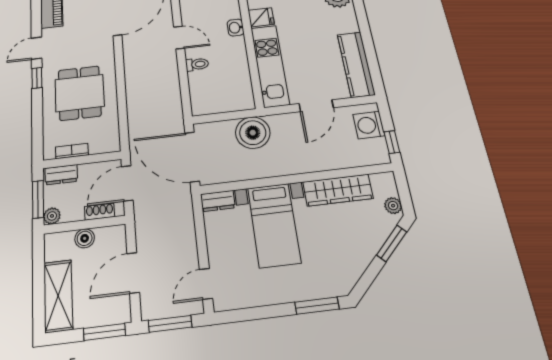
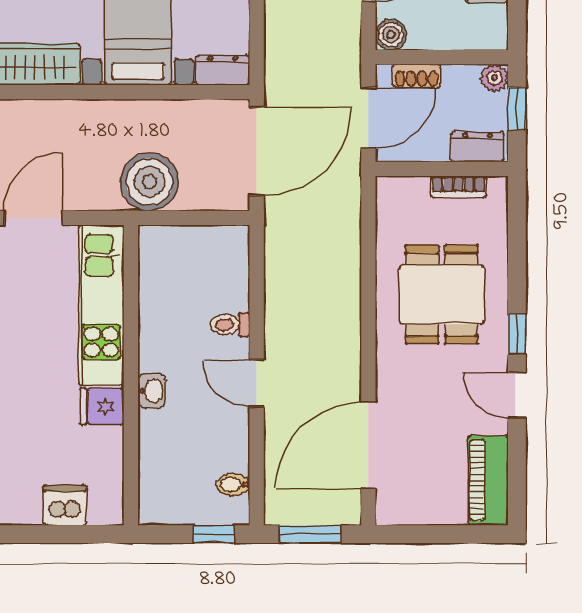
door: (37, 48) -> (517, 395), swing flipped
door: (192, 157) -> (257, 151), hinge flipped
window: (38, 199) -> (517, 109), width x0.67
boiler: (85, 238) -> (391, 35), moved

